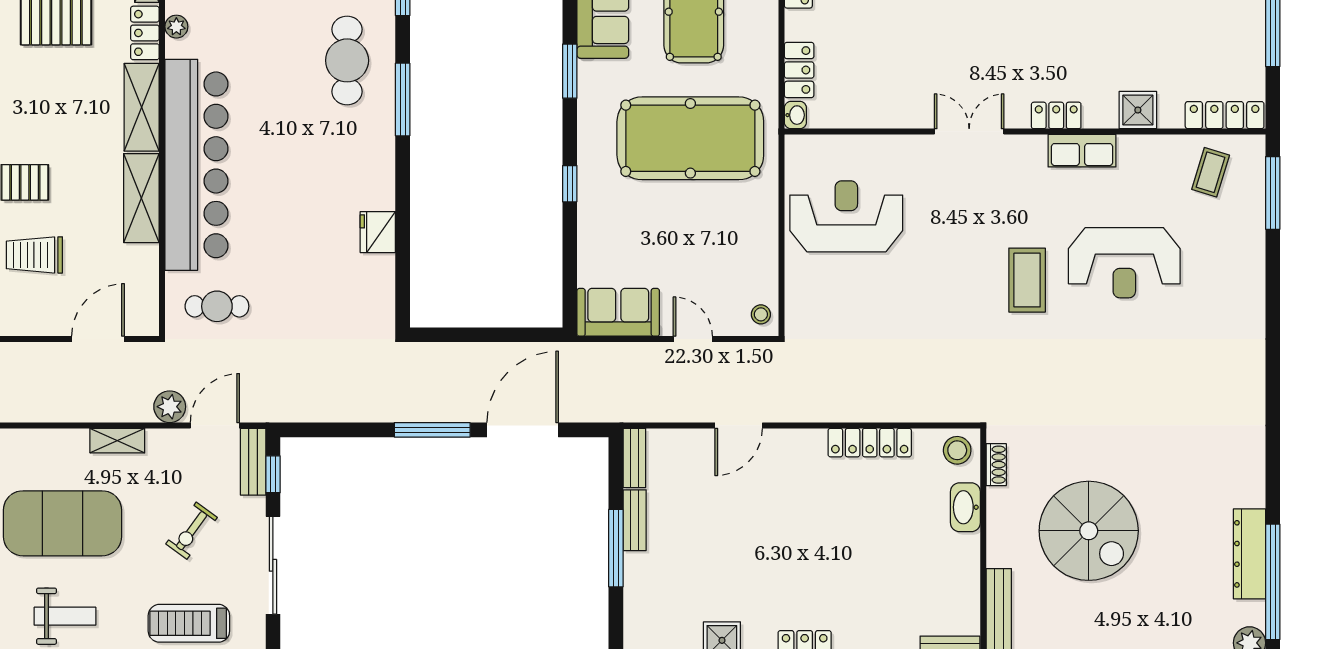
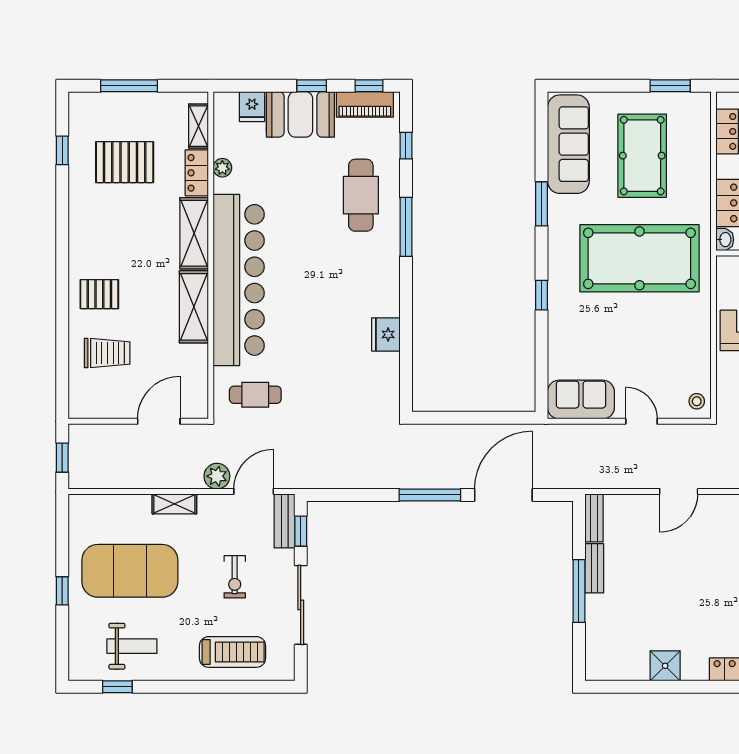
trolley: (34, 255) -> (107, 353), turned 180
exercise bike: (192, 531) -> (235, 577), turned -36
treadmill: (189, 623) -> (233, 652), turned 180

